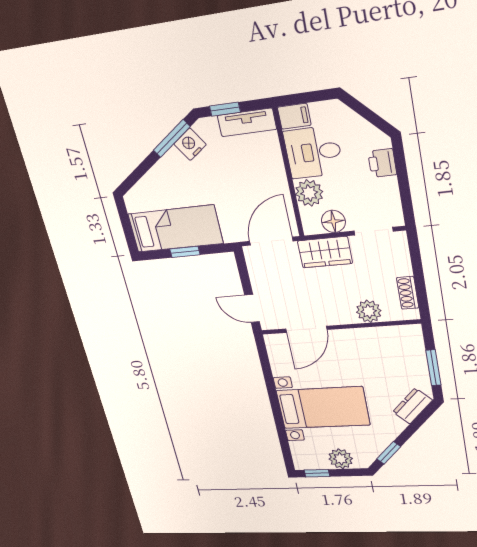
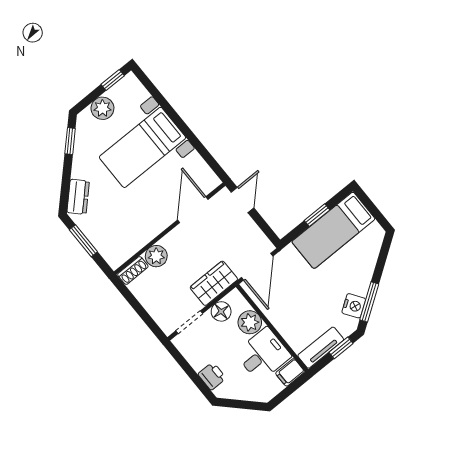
shoe rack: (408, 293) -> (133, 270), moved, turned 90
door: (252, 308) -> (243, 200), hinge flipped

